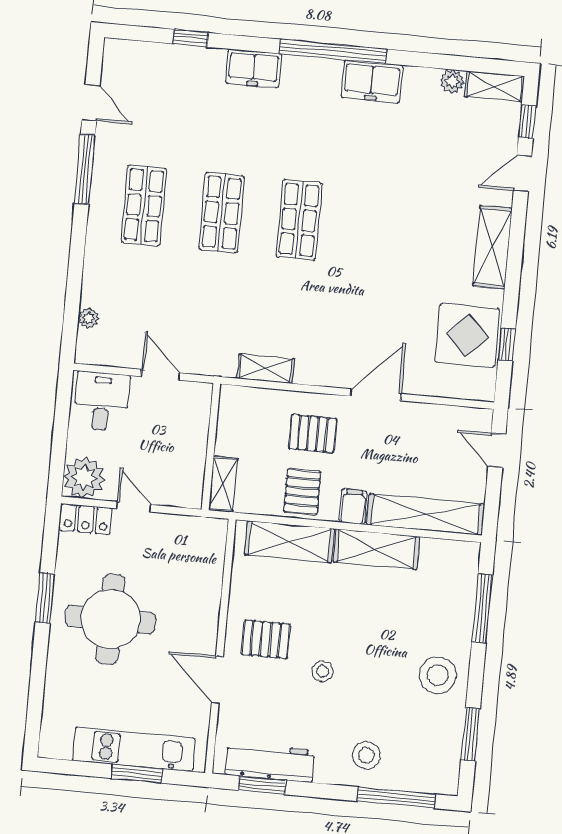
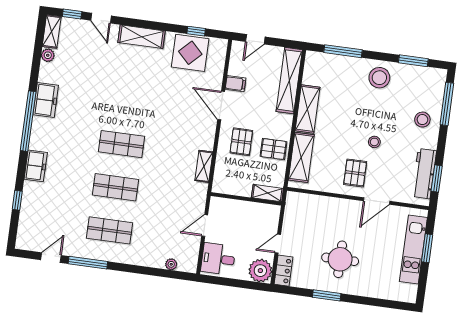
filing cabinet: (353, 507) -> (236, 84), moved, turned 180
round table: (110, 619) -> (340, 259), width x0.73, depth x0.73

